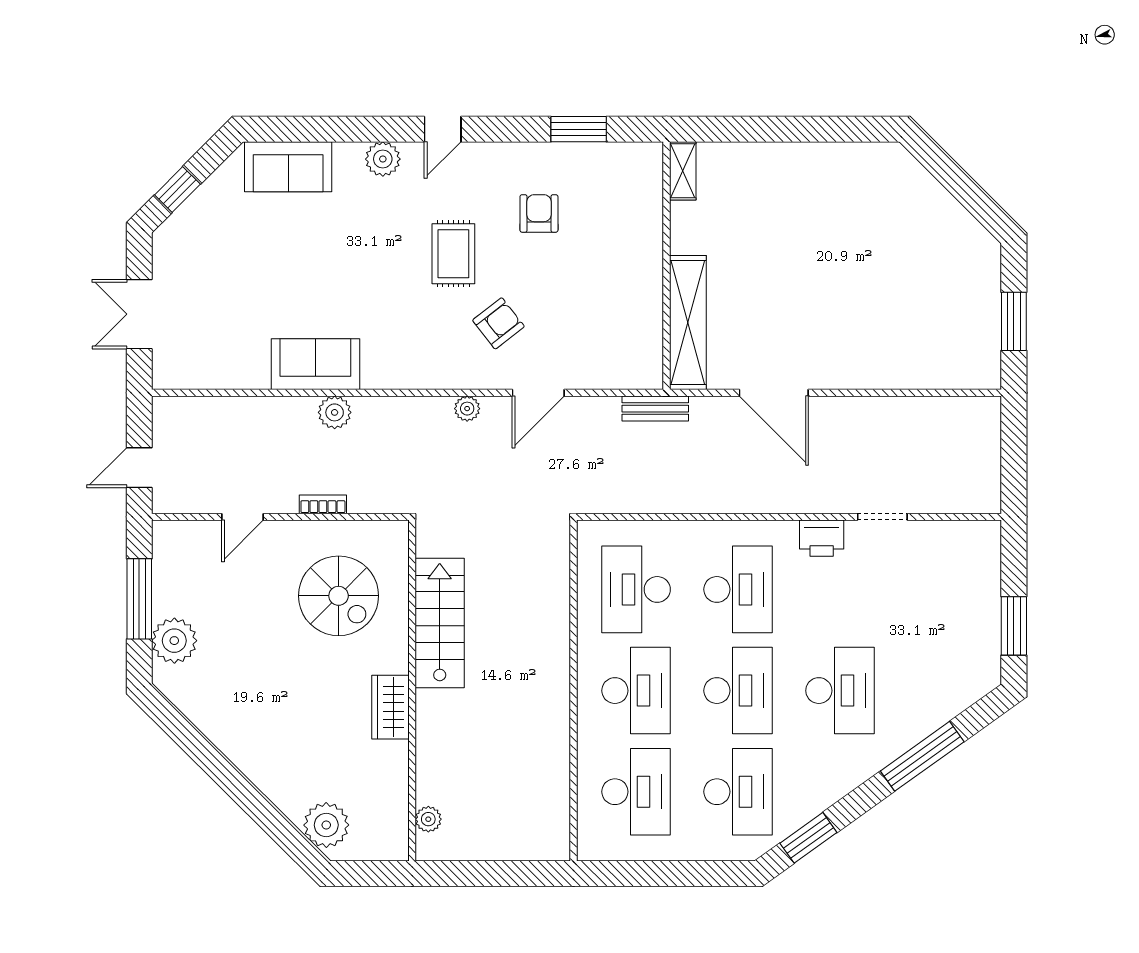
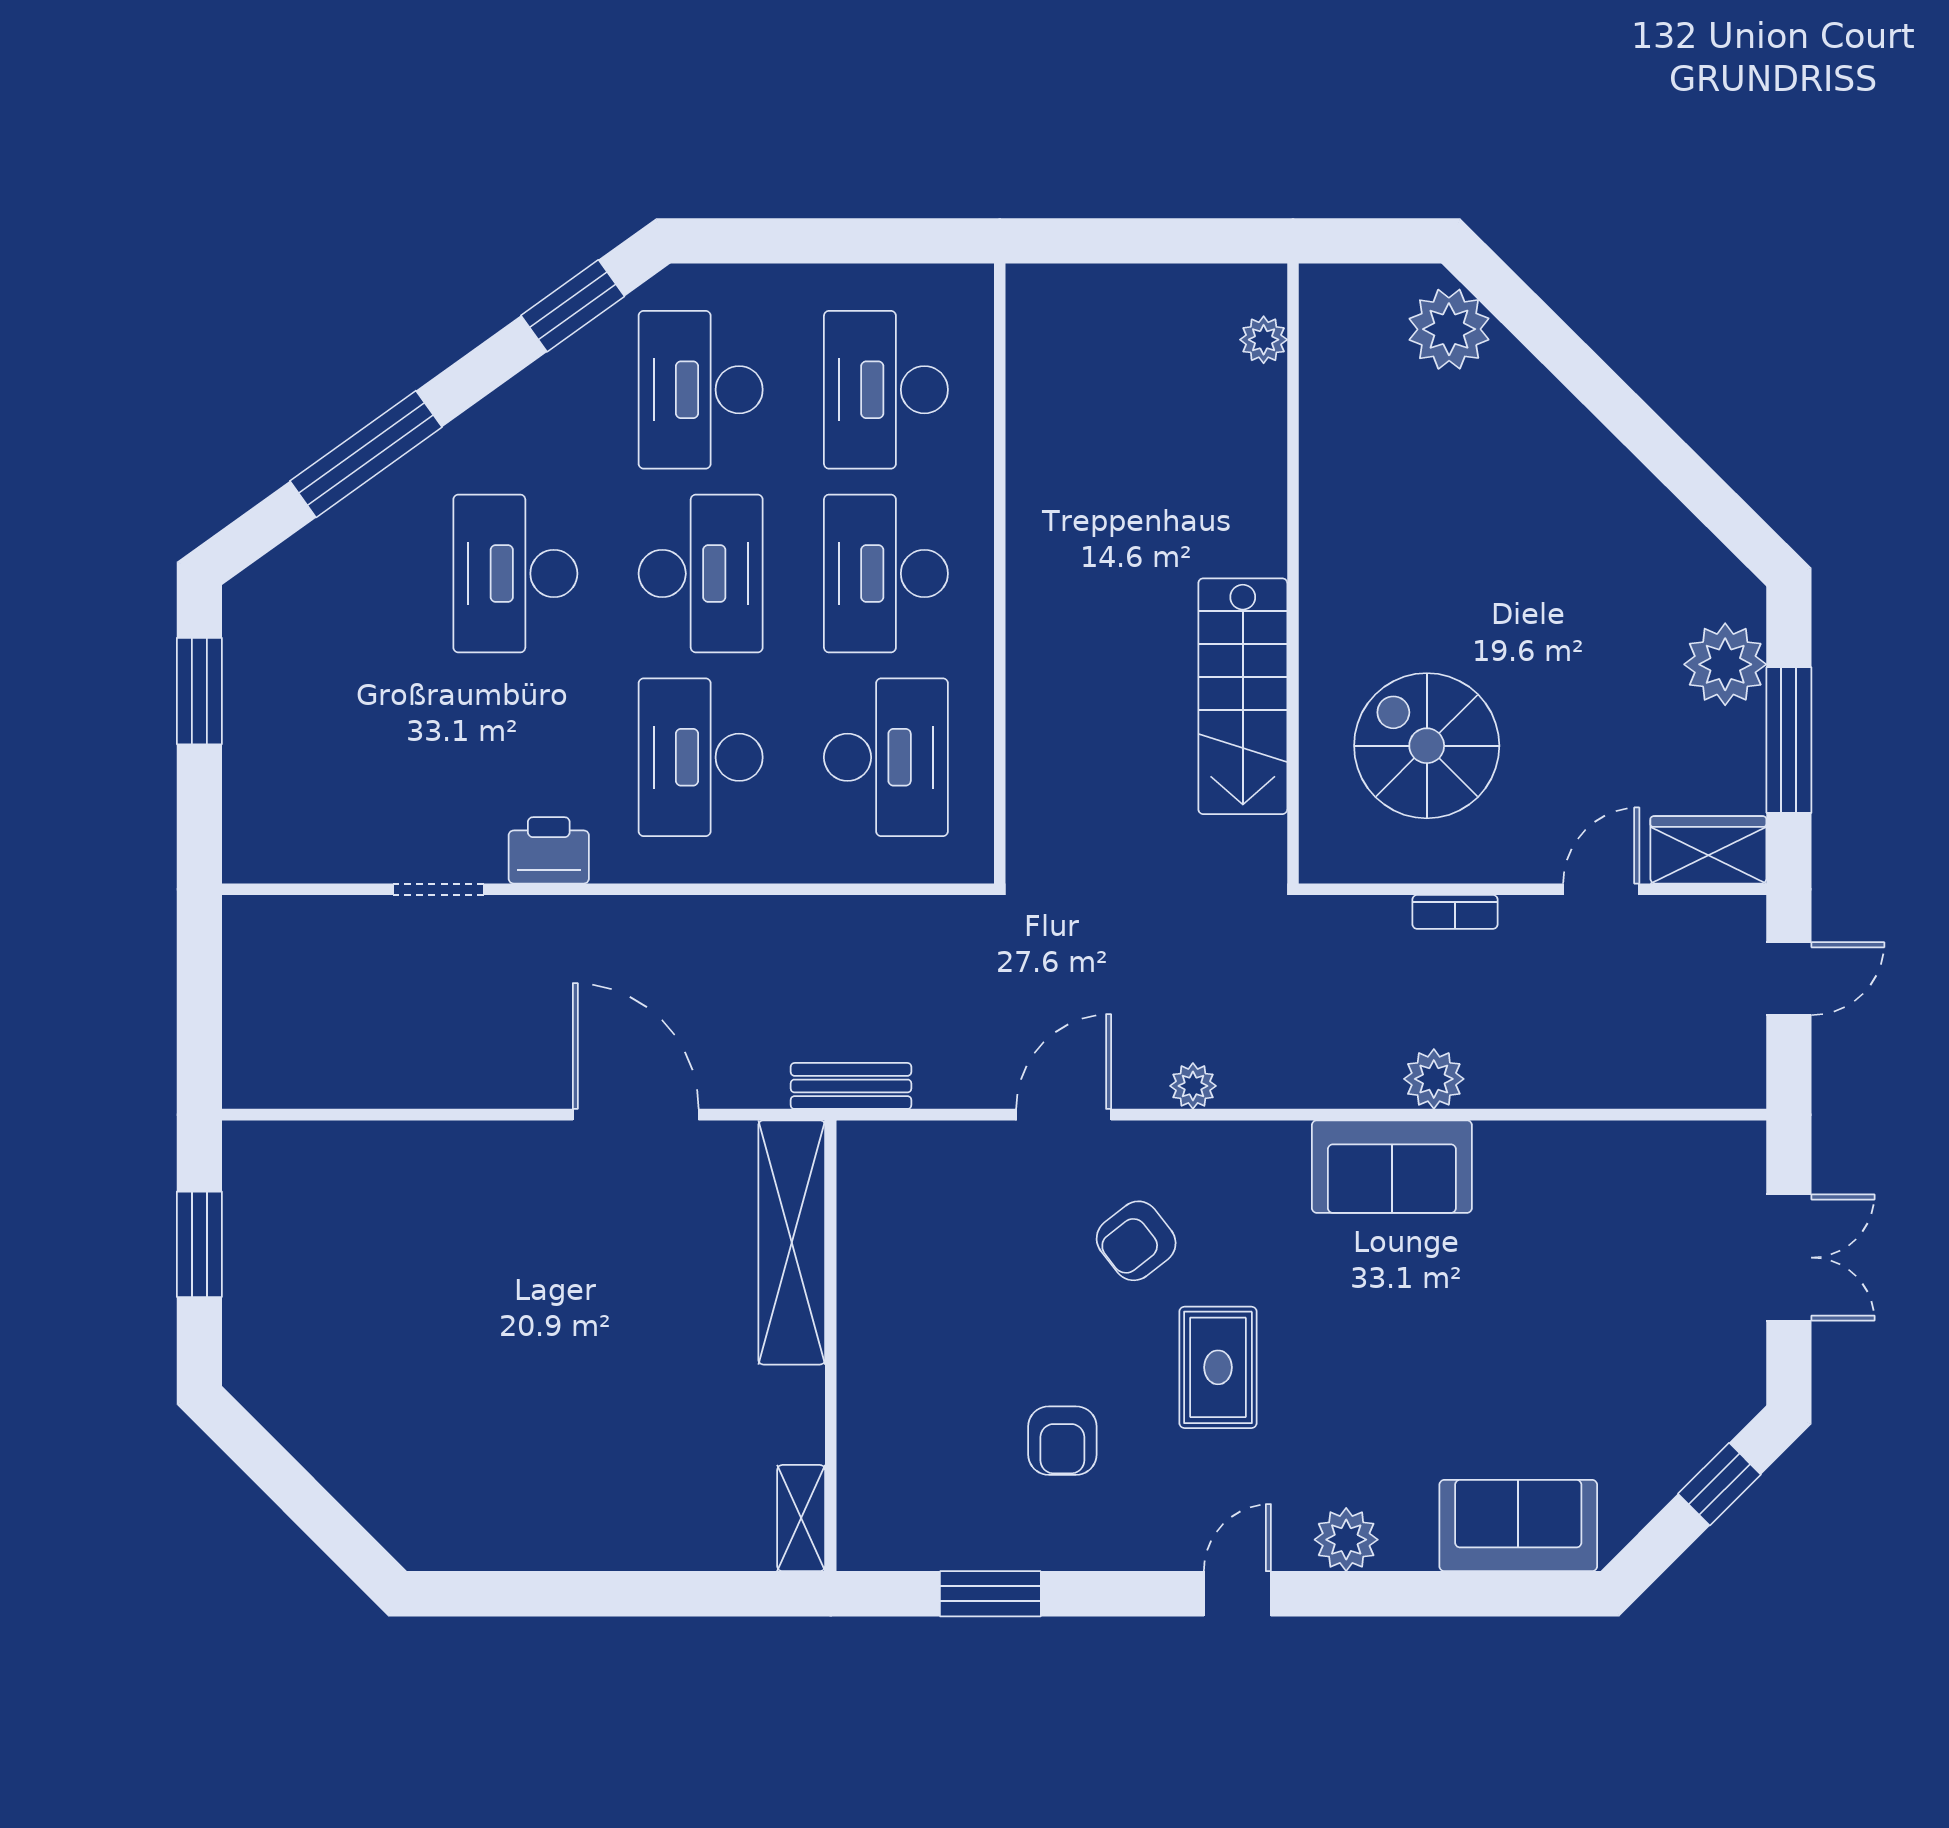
sofa: (315, 364) -> (1392, 1167), moved
desk: (738, 691) -> (701, 574), turned 180
wardrobe: (391, 707) -> (1708, 850), moved, turned -90

